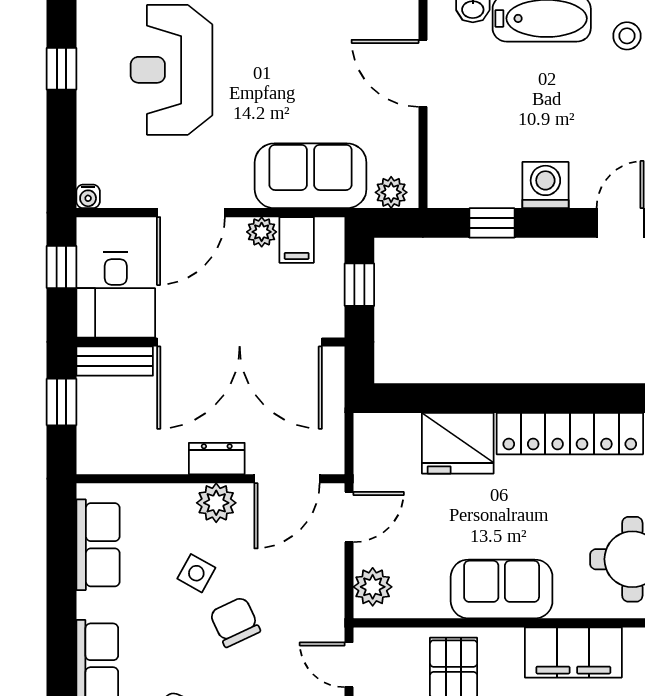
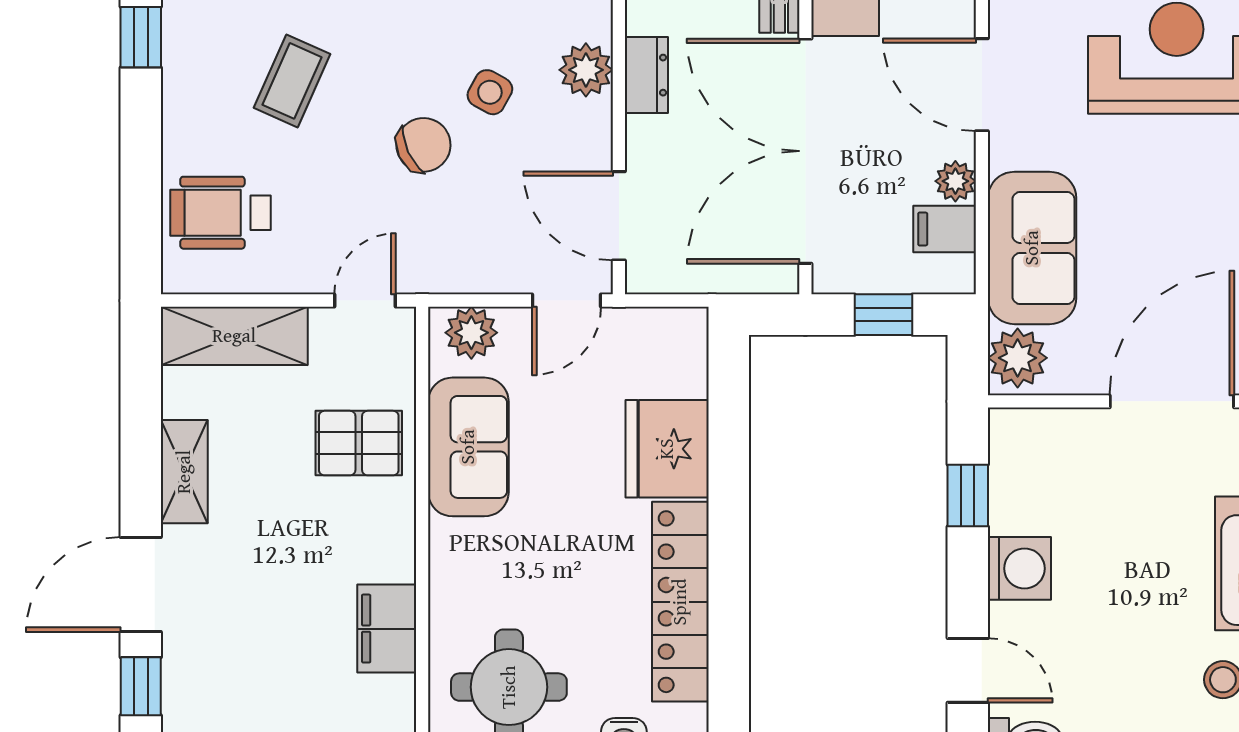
door: (423, 73) -> (1172, 401), width x1.36
plant: (391, 192) -> (1018, 358), width x1.38, depth x1.38
dresser: (217, 459) -> (646, 75), moved
plant: (216, 503) -> (586, 70), moved
door: (349, 517) -> (567, 301), hinge flipped
sofa: (502, 589) -> (468, 447), moved
filing cabinet: (573, 652) -> (387, 629), width x0.67, depth x0.86

